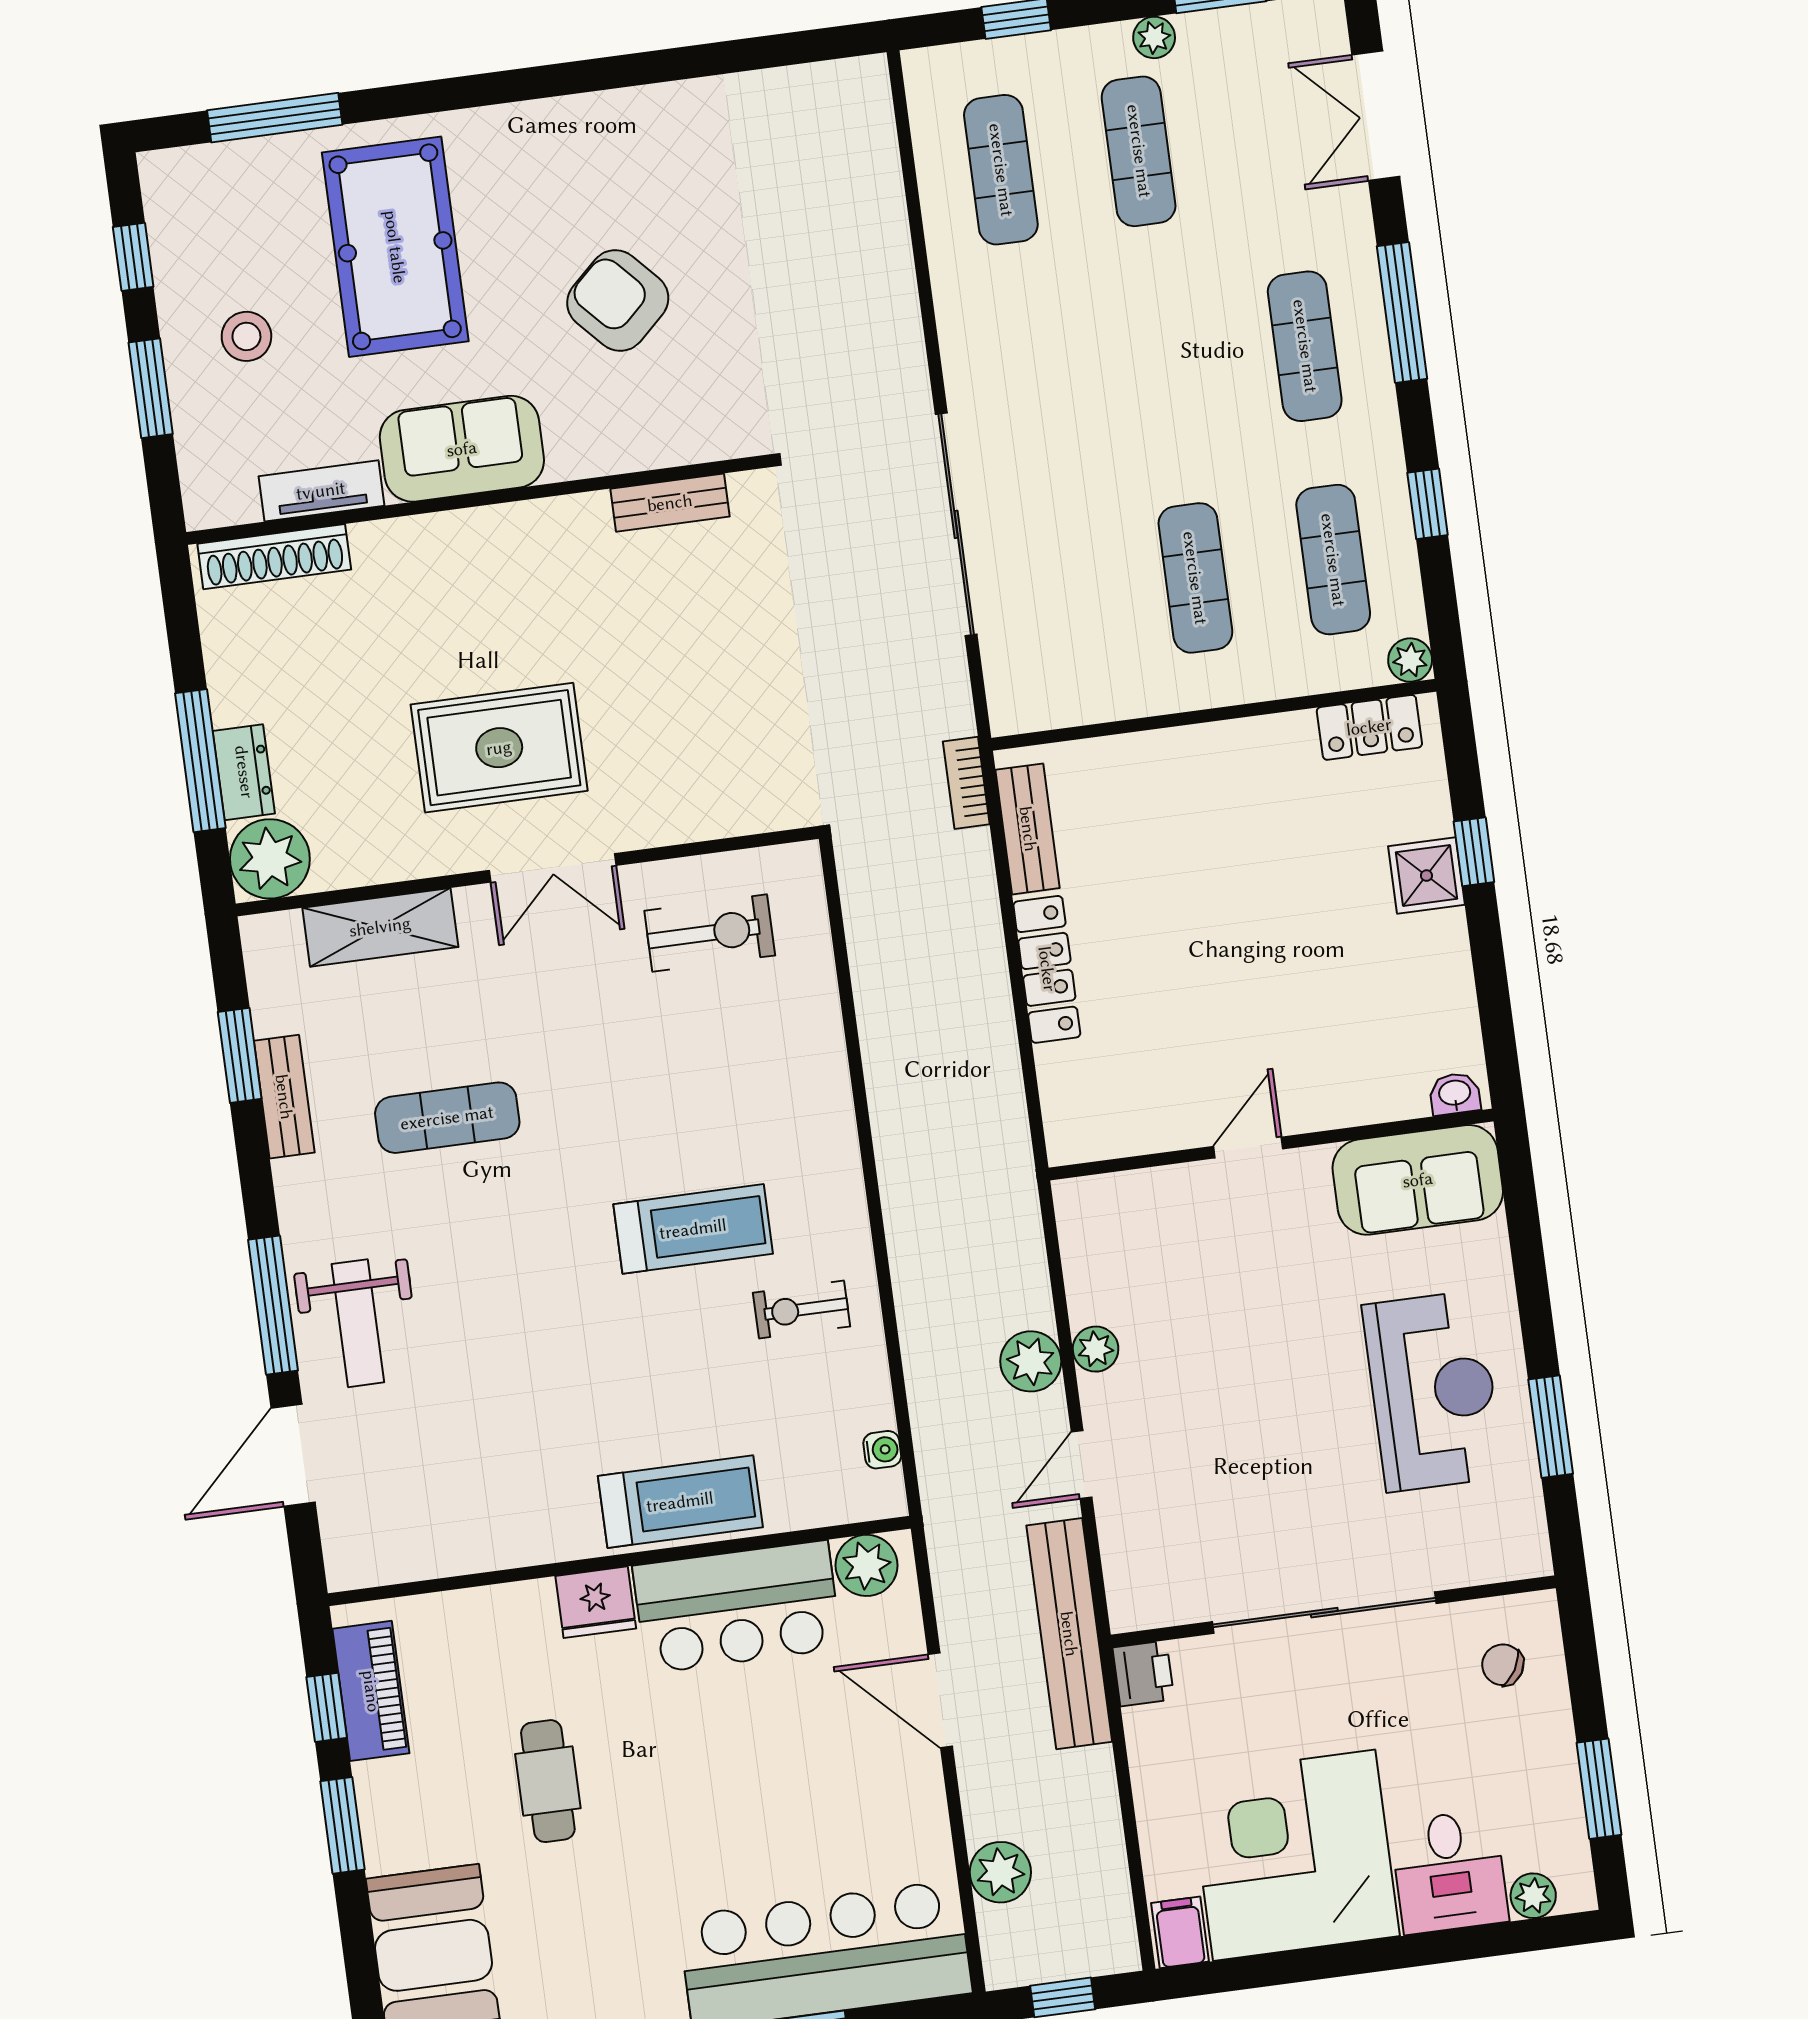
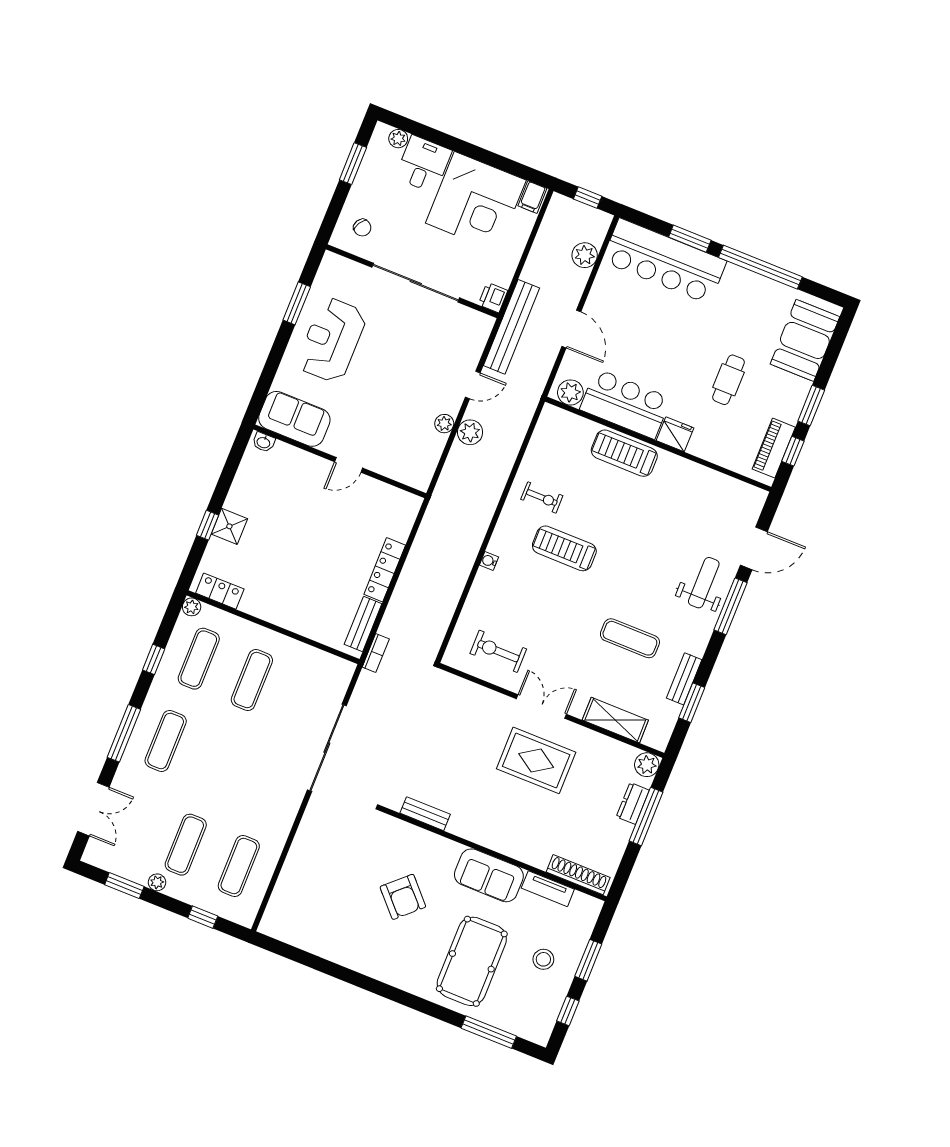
plant: (270, 859) -> (647, 765), width x0.73, depth x0.73
water cooler: (882, 1450) -> (489, 561), moved

